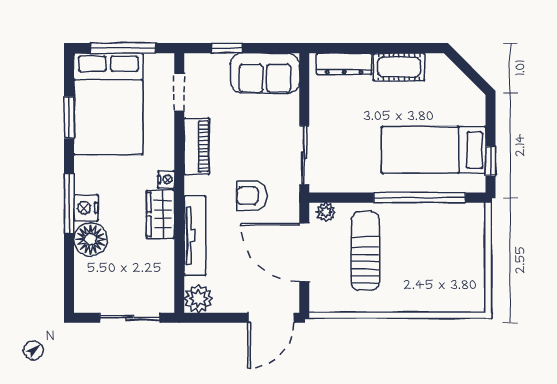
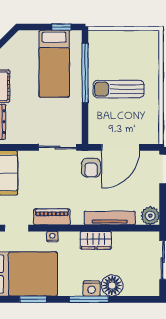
nightstand: (166, 179) -> (52, 237), moved
armchair: (252, 196) -> (91, 168), moved
plant: (326, 212) -> (94, 133), removed
sun lounger: (365, 251) -> (119, 89), moved

